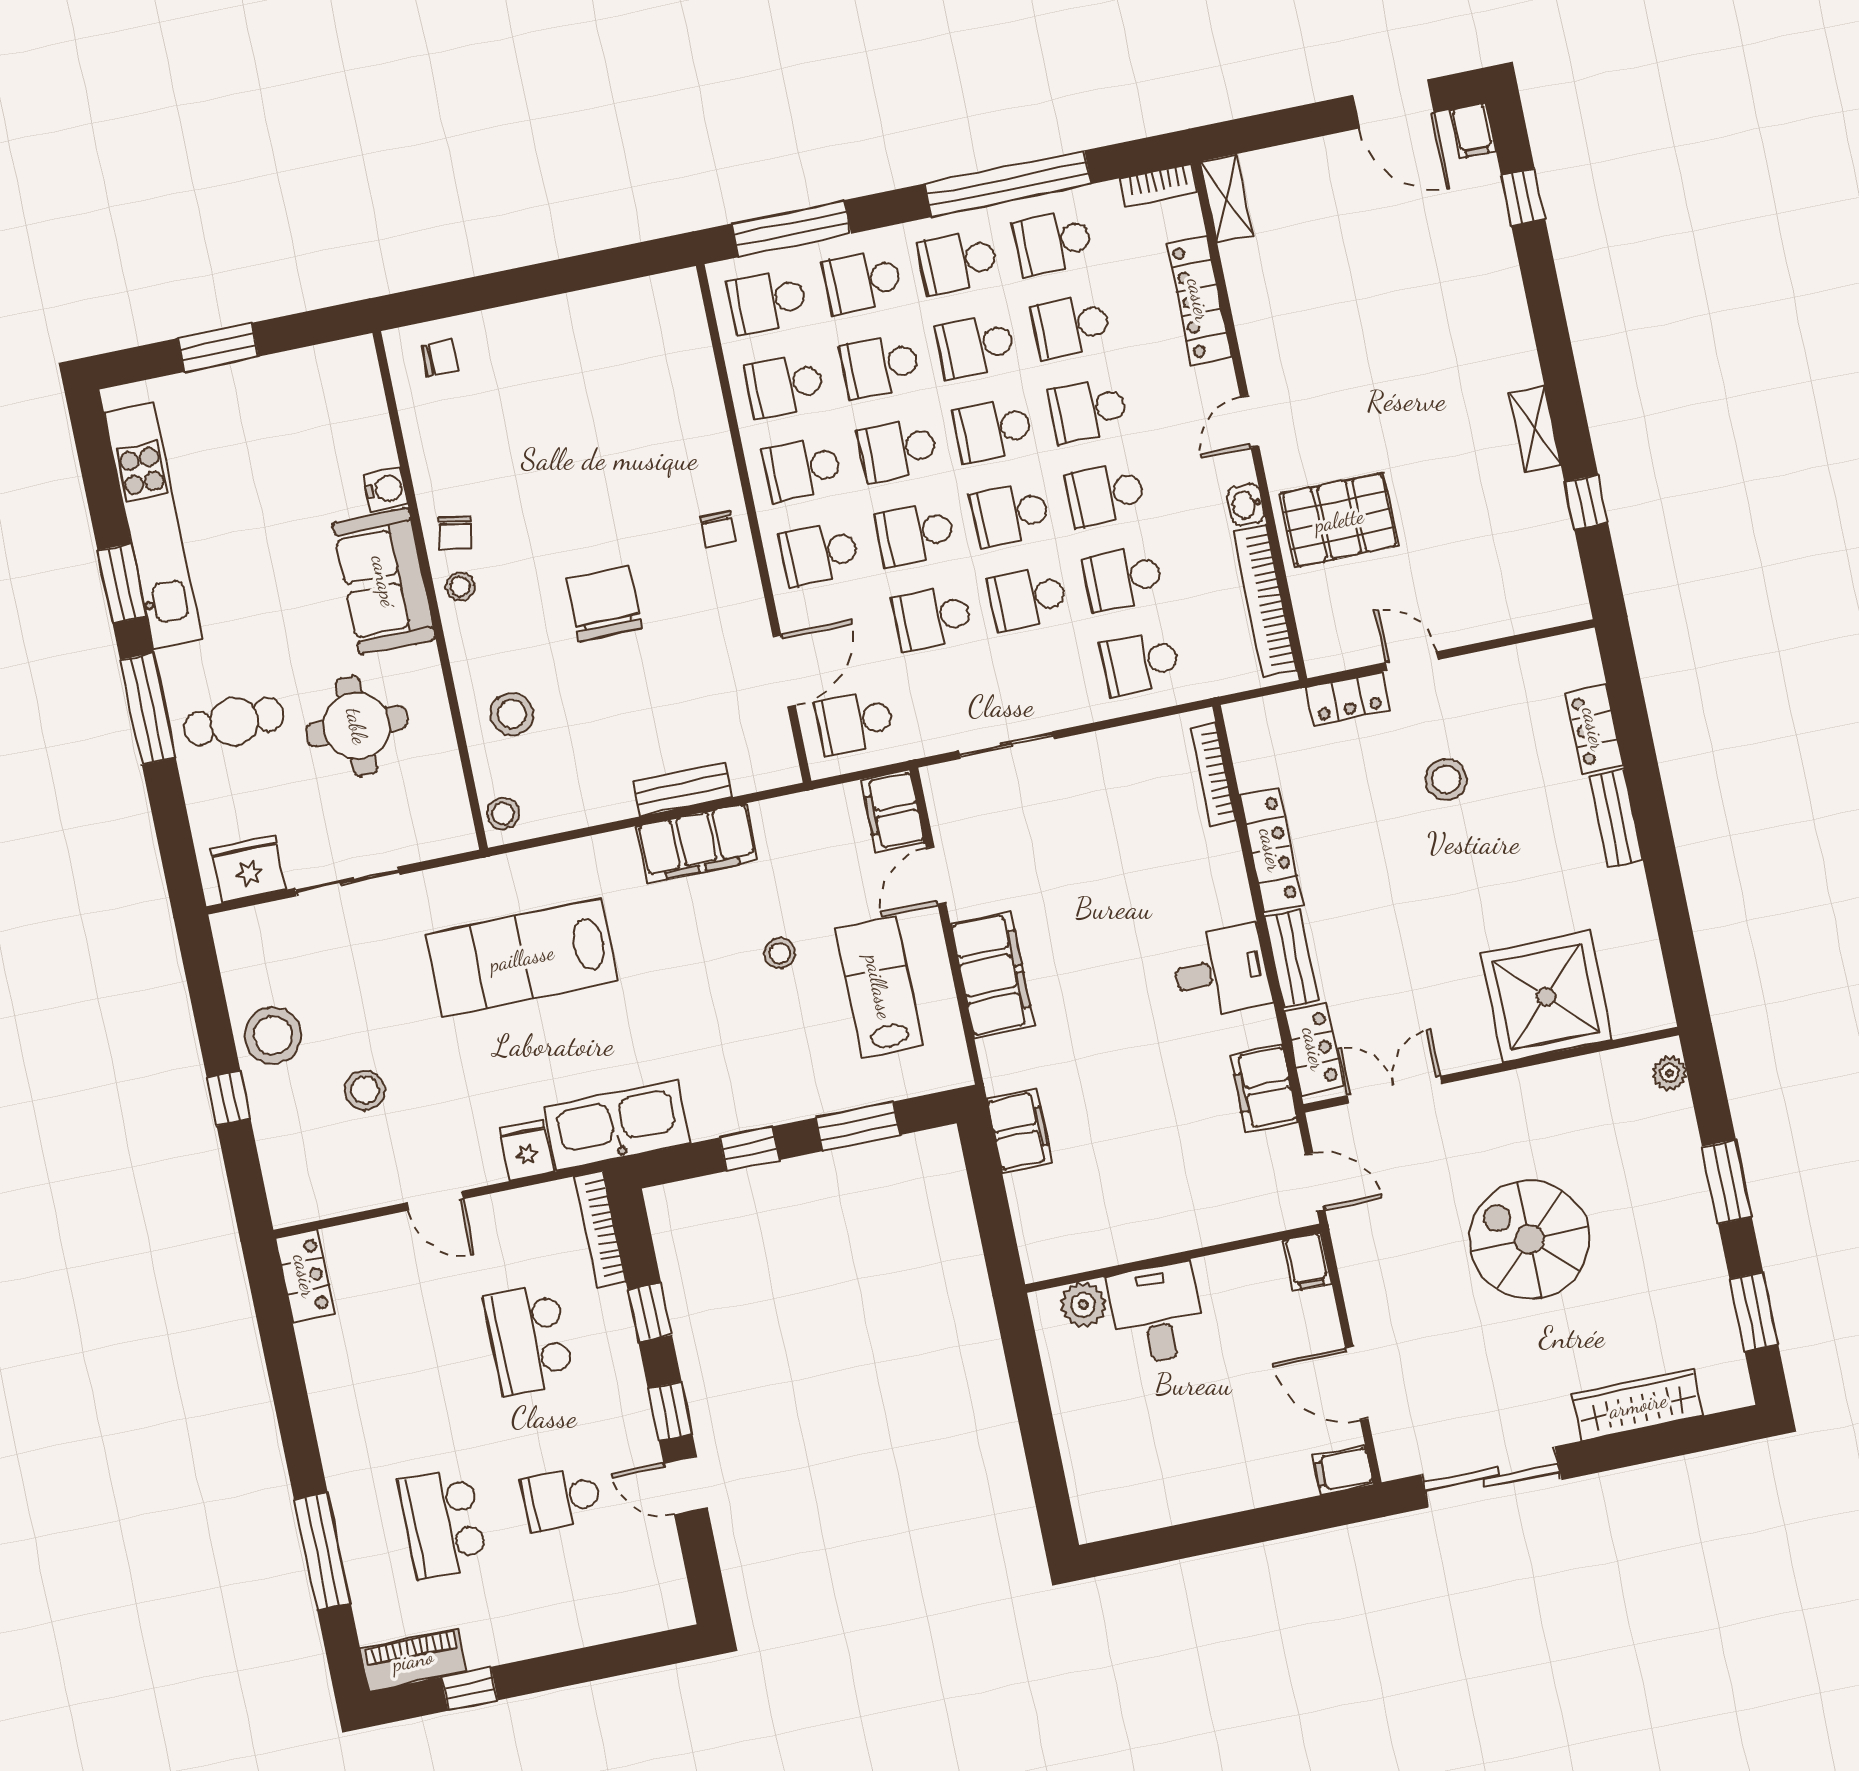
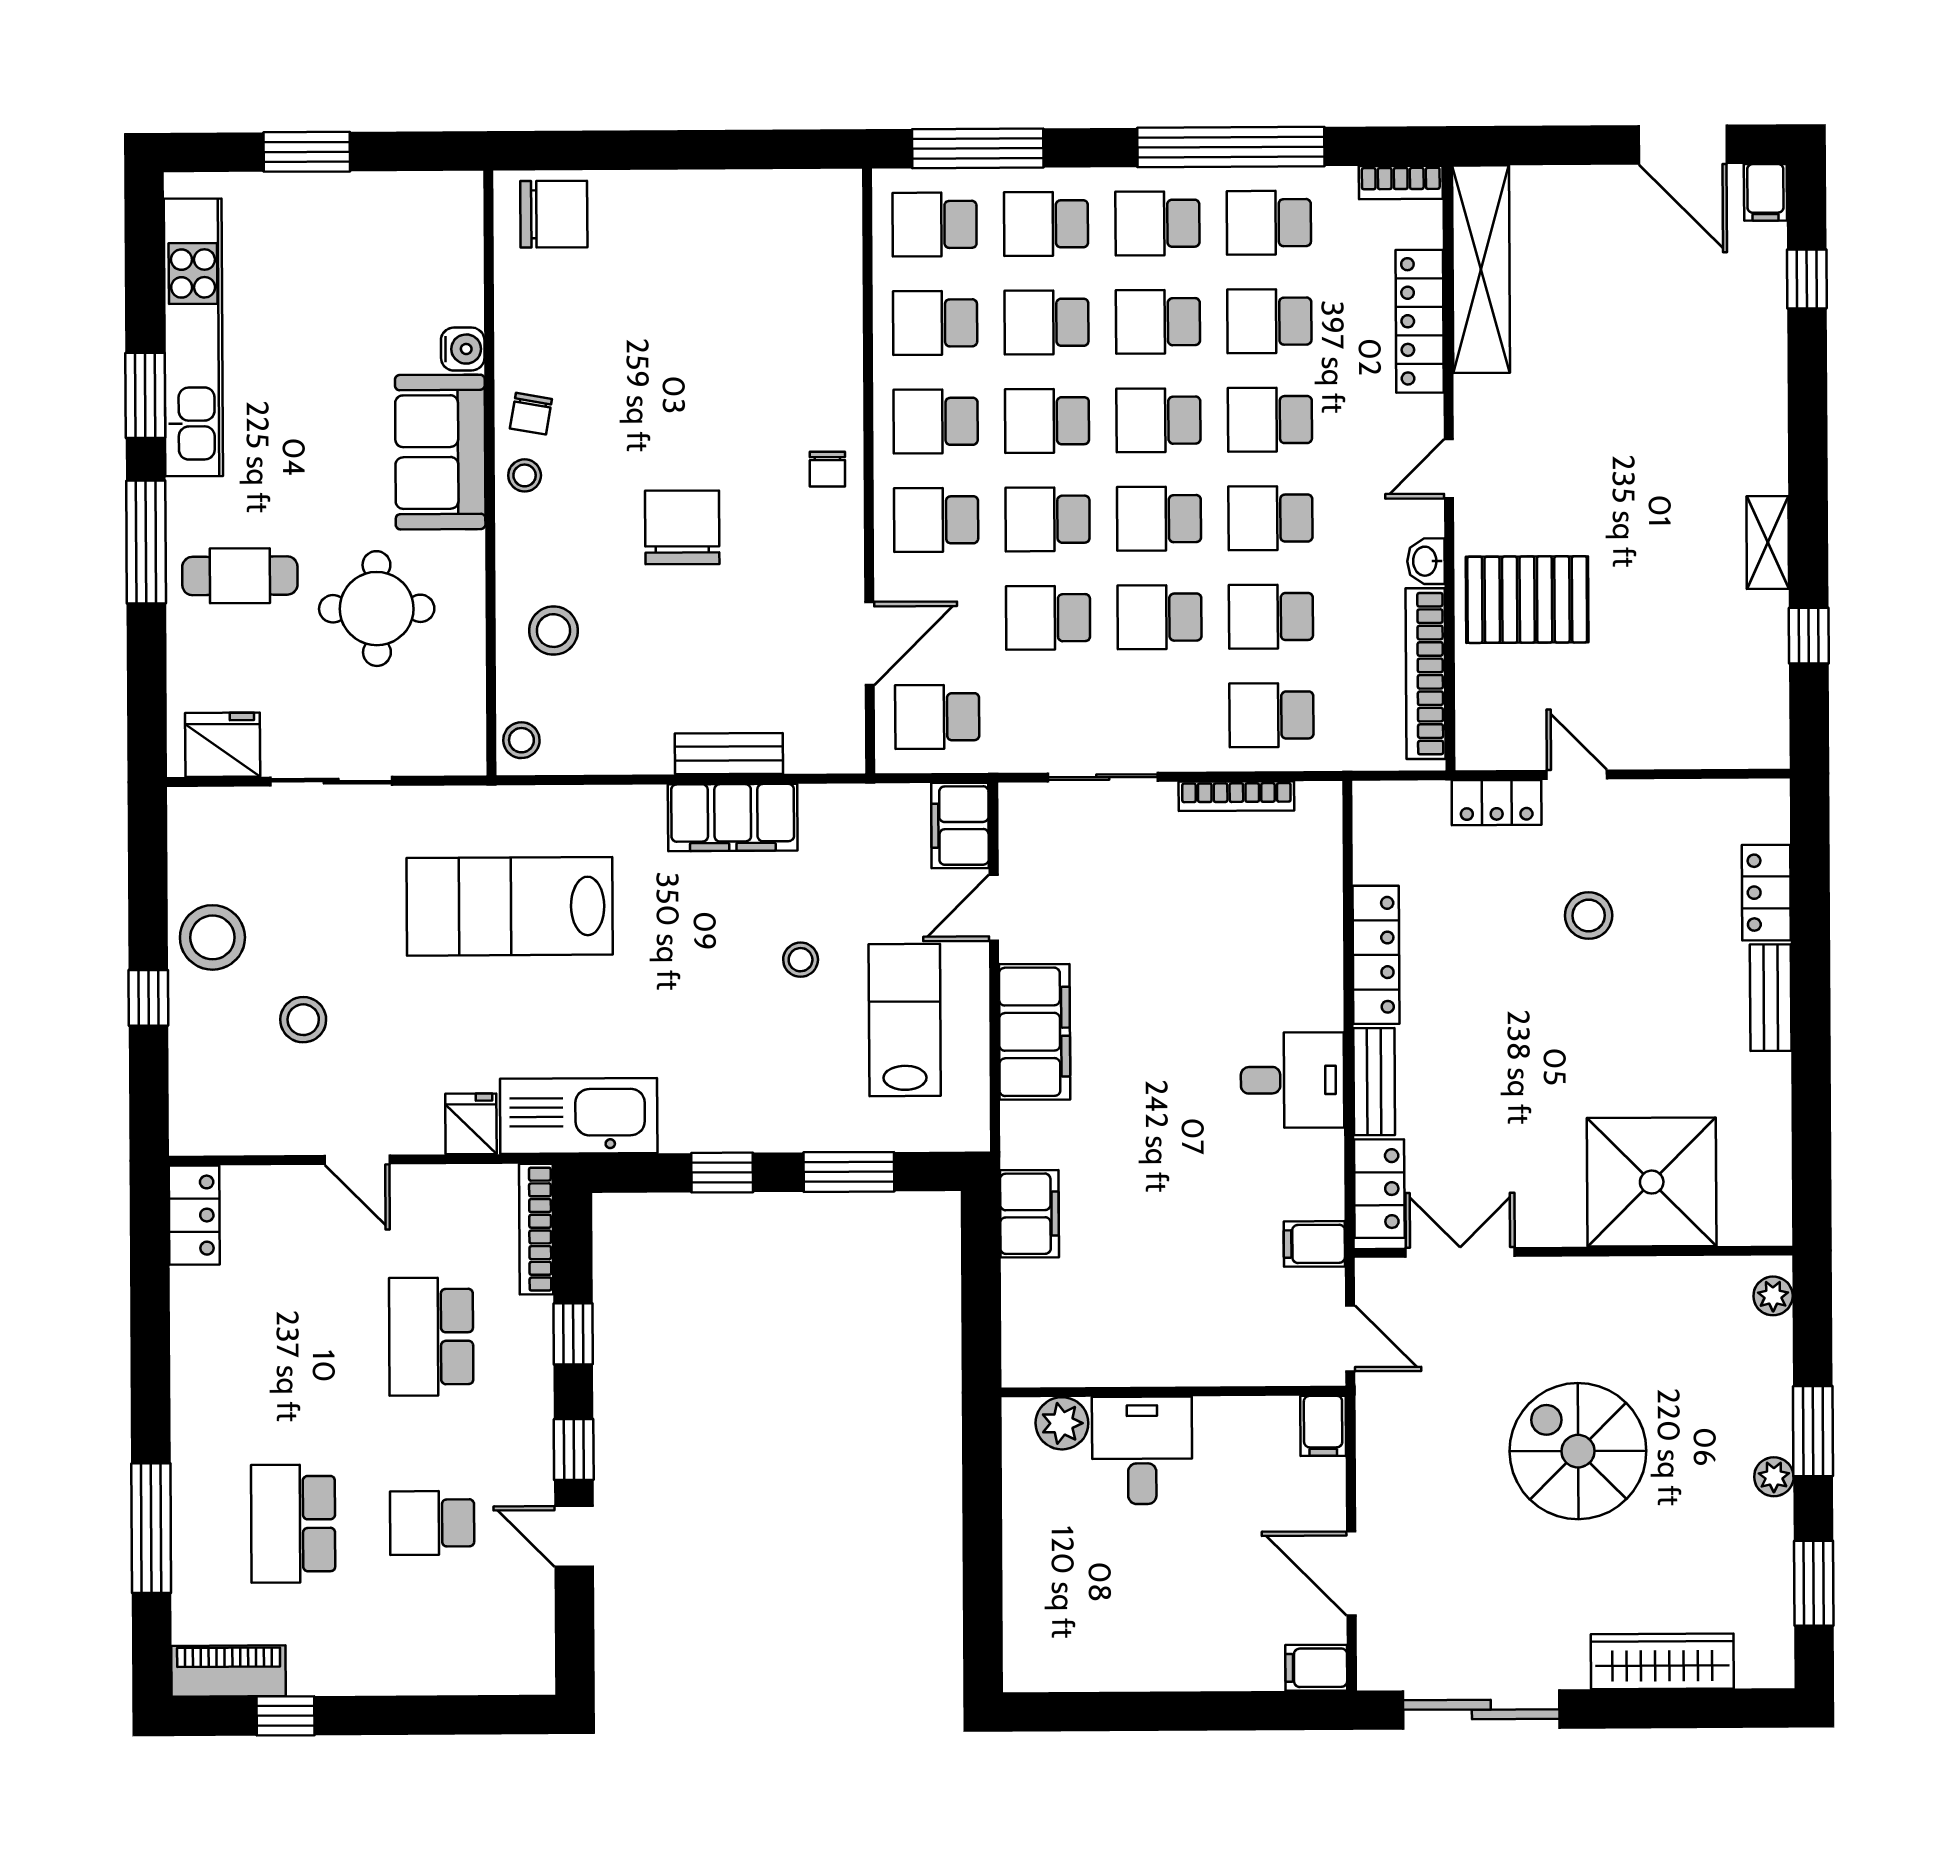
shelving: (1227, 198) -> (1481, 269), width x2.20, depth x1.33
chair: (440, 358) -> (554, 214), width x1.87, depth x1.87
bookcase: (1213, 774) -> (1236, 796), moved, turned -90
filing cabinet: (1264, 1088) -> (1314, 1244), width x0.50
plant: (1701, 1228) -> (1774, 1477), added

